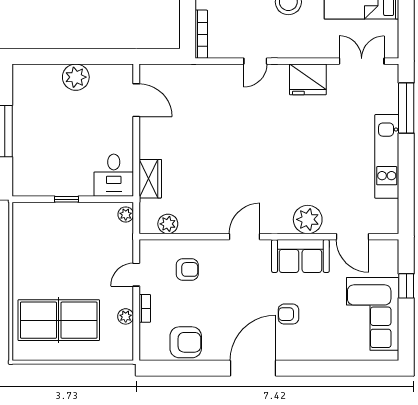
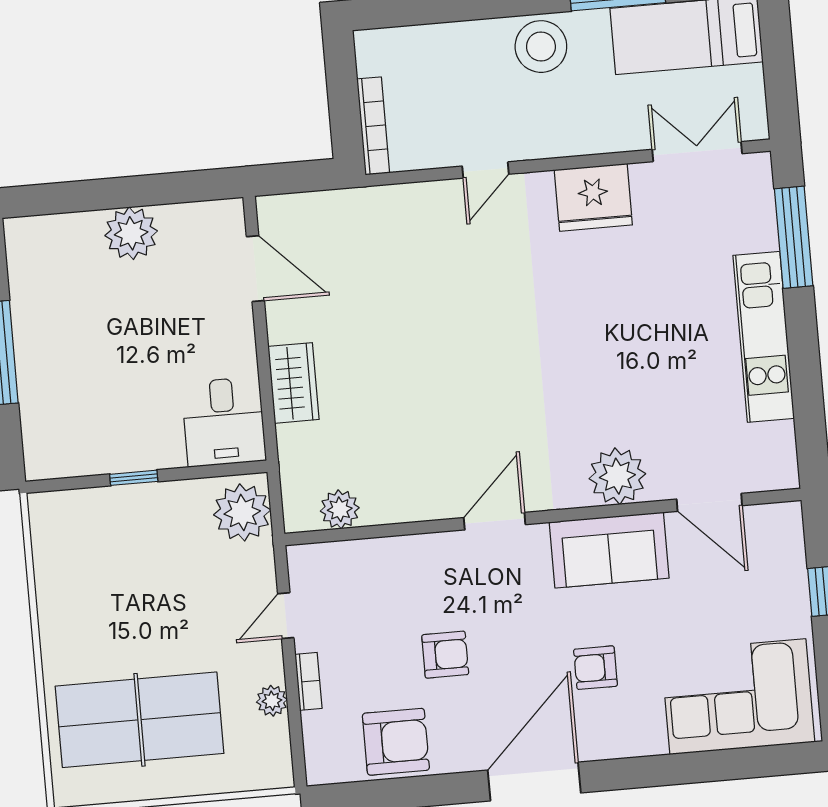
wardrobe: (150, 179) -> (293, 383), moved
plant: (126, 214) -> (242, 512), width x1.87, depth x1.87
armchair: (187, 269) -> (445, 655), moved
corner sofa: (373, 314) -> (738, 697), moved, turned 90

